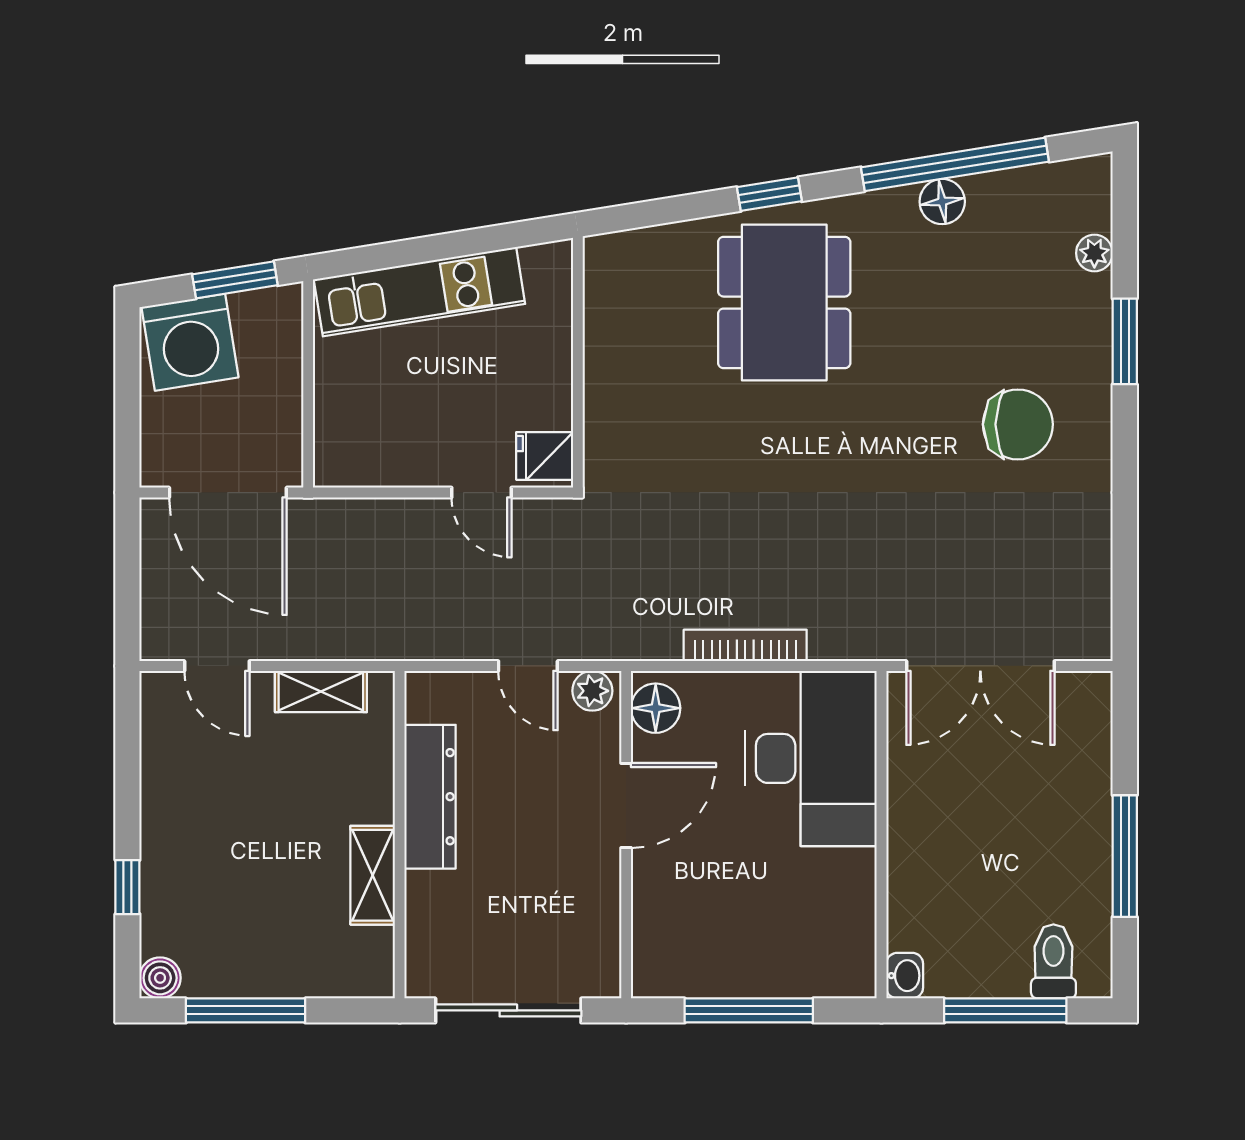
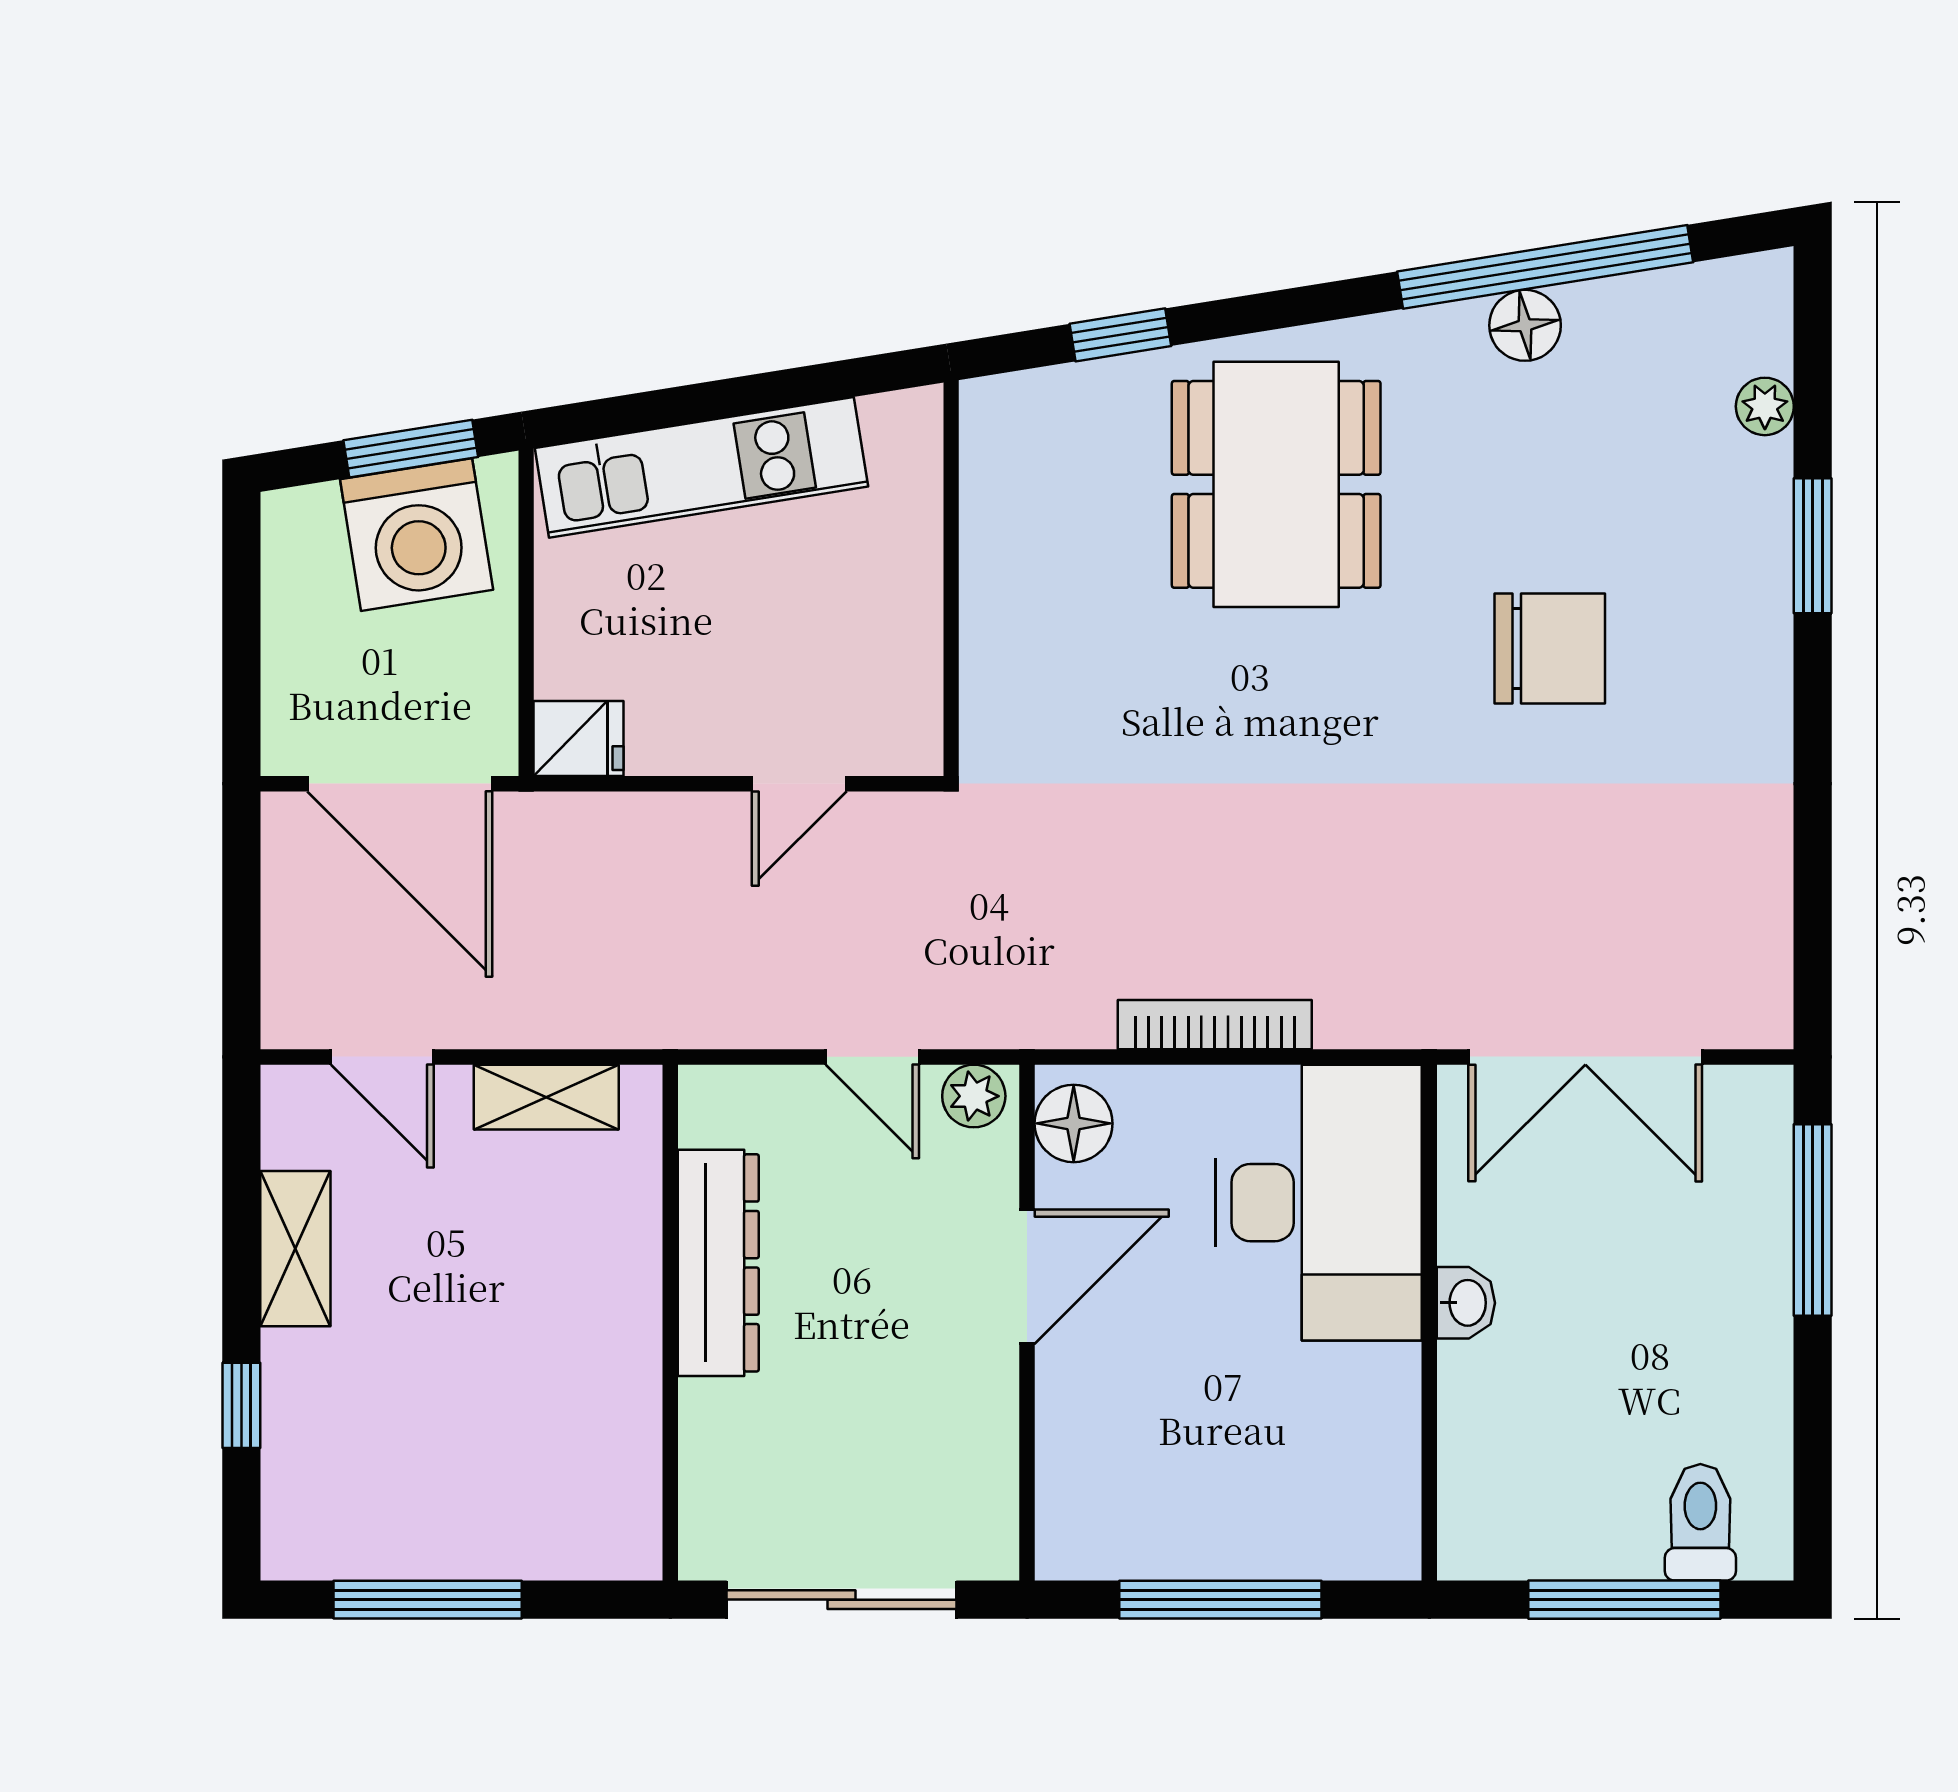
window: (769, 194) -> (1120, 335), moved
washing machine: (190, 342) -> (417, 535), moved
chair: (1018, 424) -> (1550, 649), moved
fridge: (545, 456) -> (579, 739), moved, turned 180
door: (481, 493) -> (799, 784), hinge flipped
window: (1125, 856) -> (1813, 1220), moved
shelving: (373, 875) -> (295, 1249), moved
washbasin: (905, 976) -> (1466, 1303), moved
boiler: (160, 978) -> (293, 1548), removed

